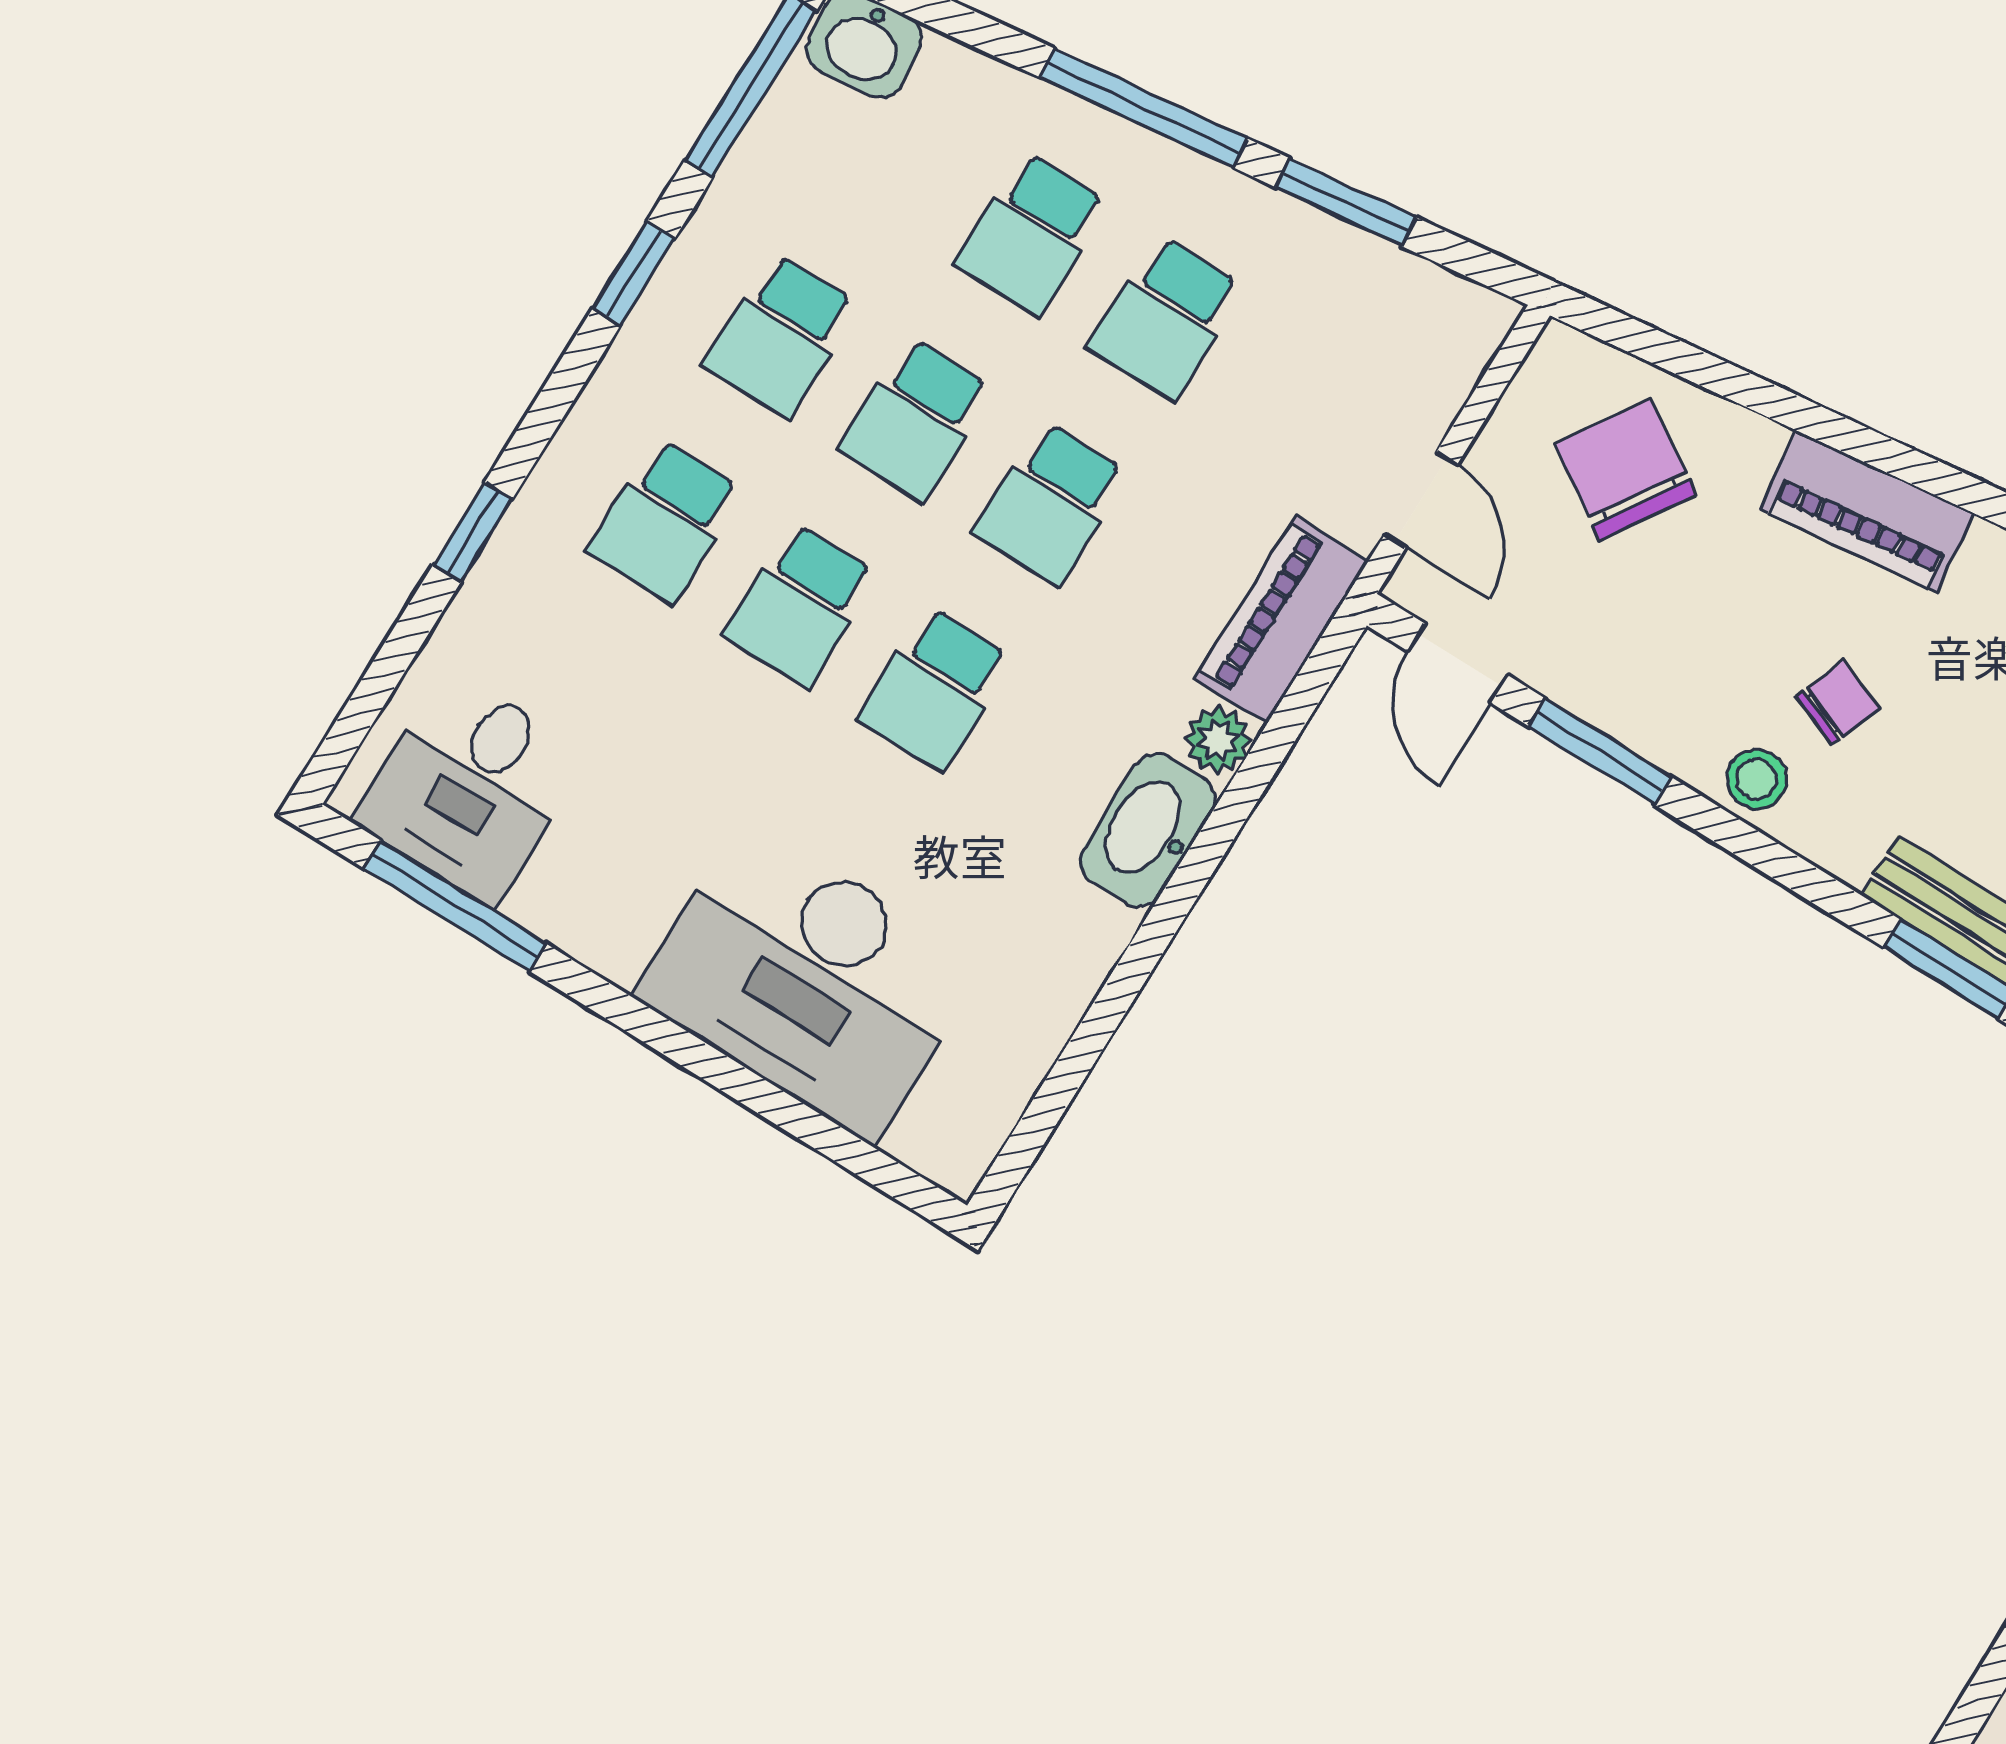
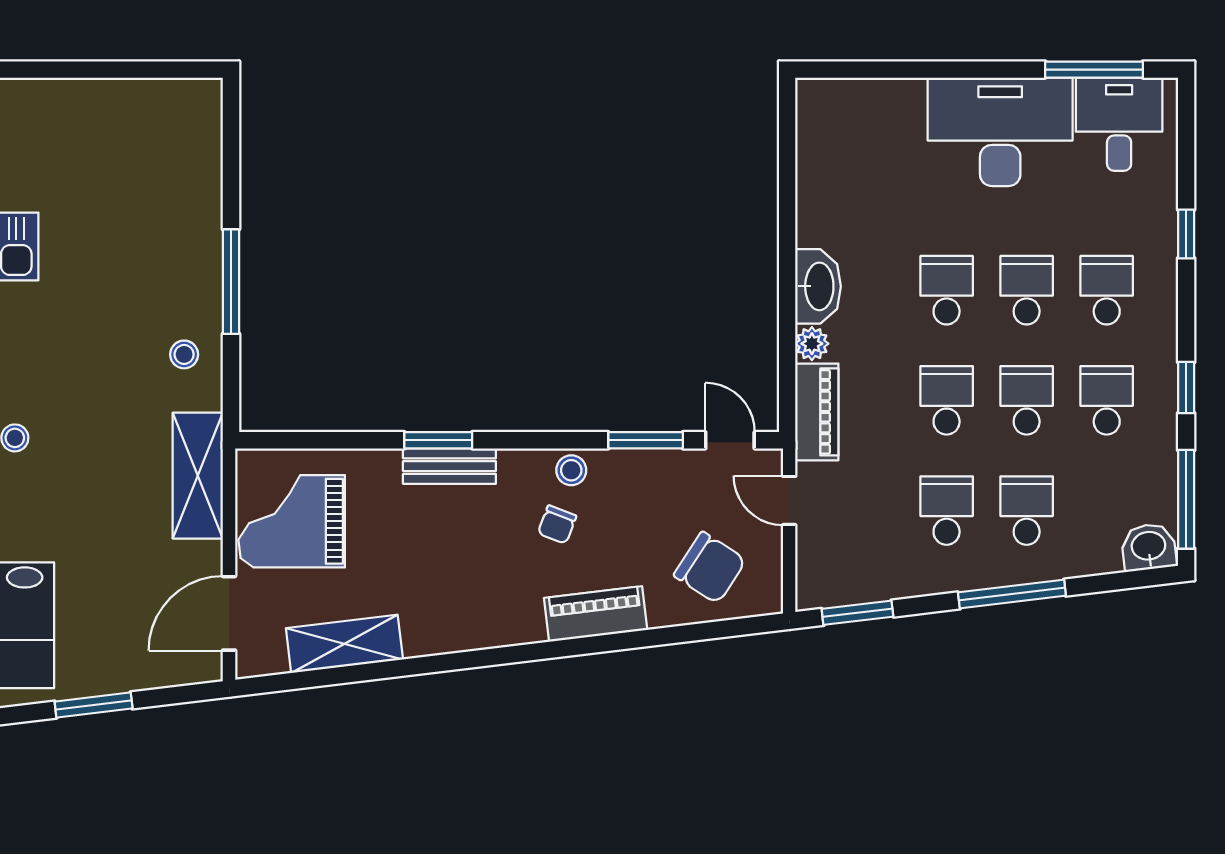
window: (1346, 202) -> (857, 613), moved
desk: (809, 981) -> (1000, 132), moved

